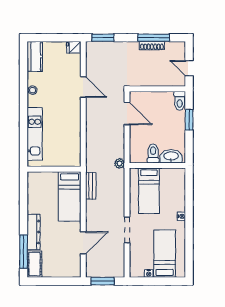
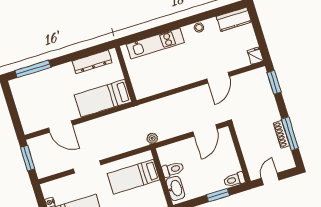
bench: (91, 186) -> (120, 116), removed
dresser: (34, 232) -> (92, 62), moved
cot: (34, 264) -> (24, 84), removed

